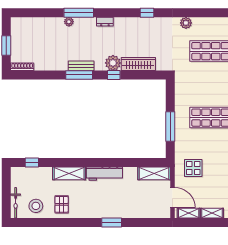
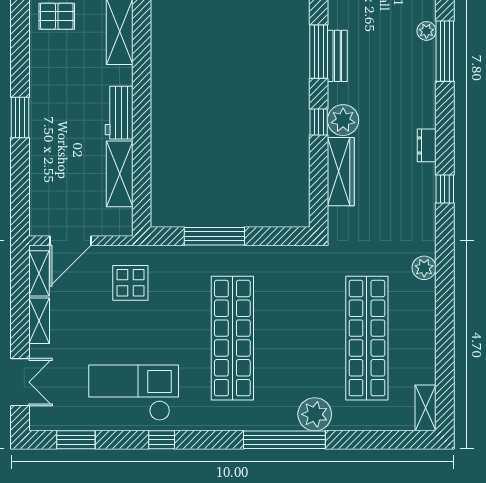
dresser: (105, 22) -> (427, 145), moved
shelving: (154, 173) -> (120, 174), moved
workbench: (104, 174) -> (119, 113), width x0.73

